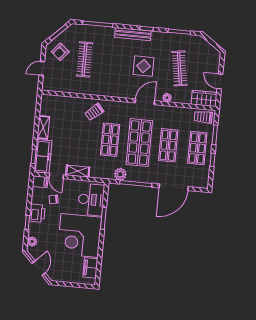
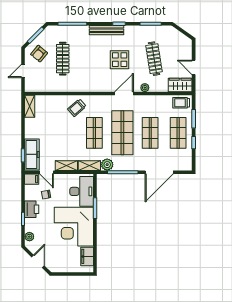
shelving: (43, 127) -> (30, 106), moved
shelving: (102, 173) -> (89, 166), added

